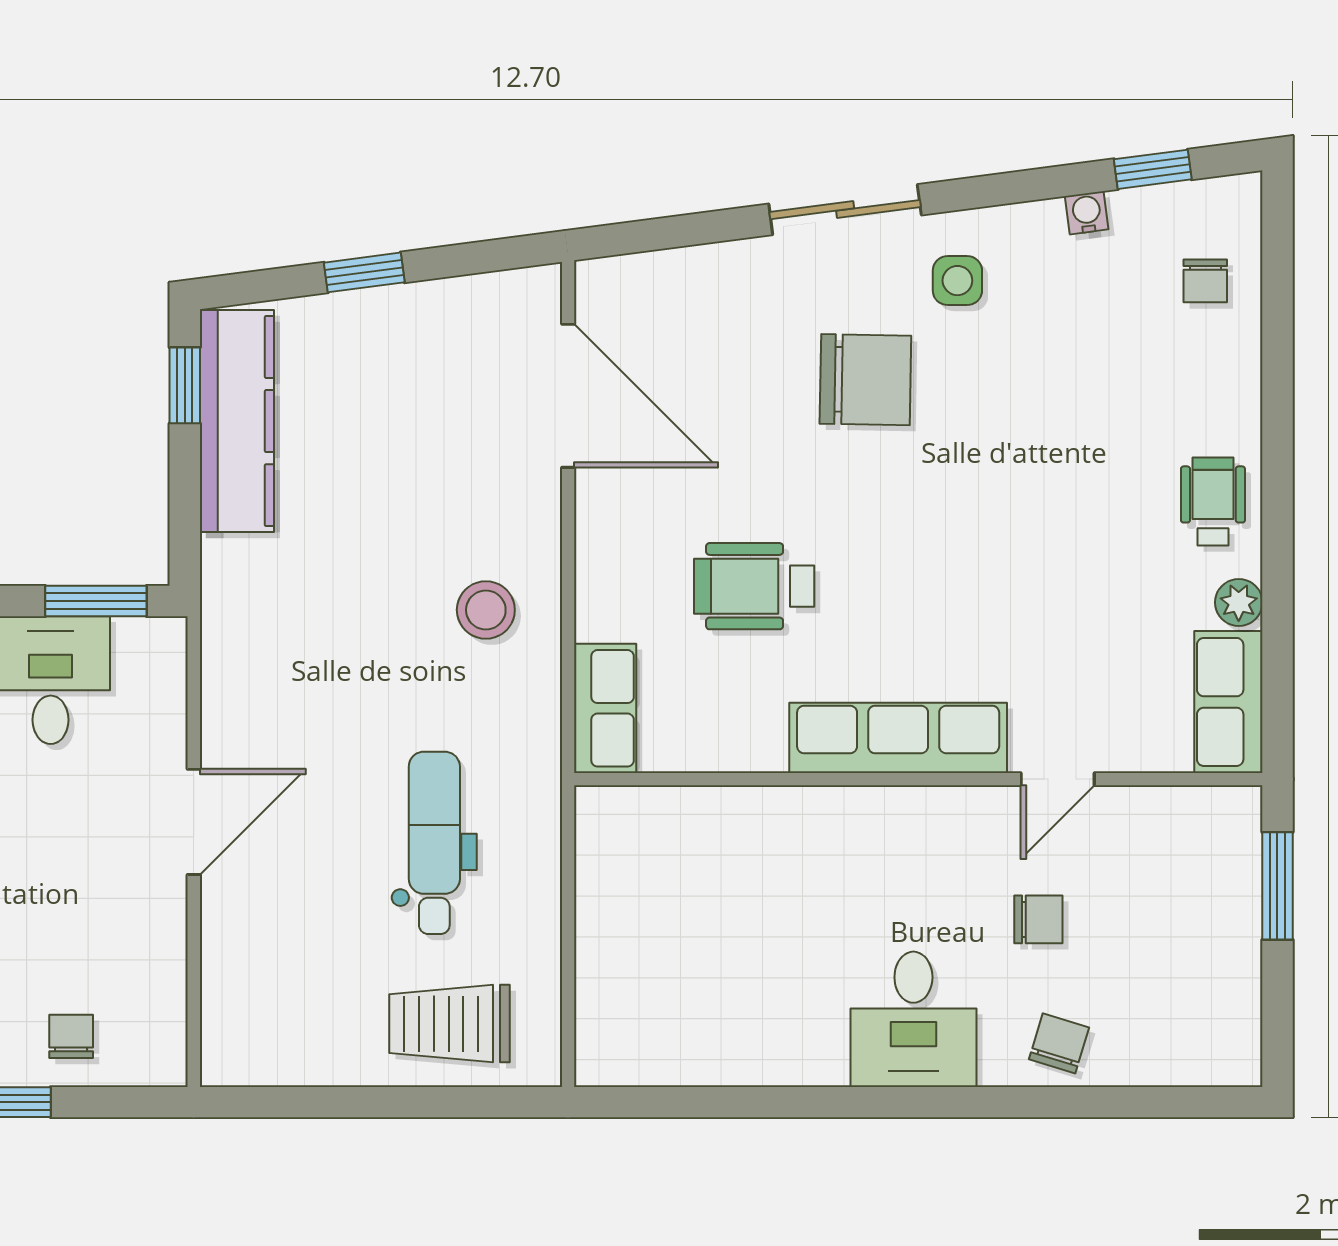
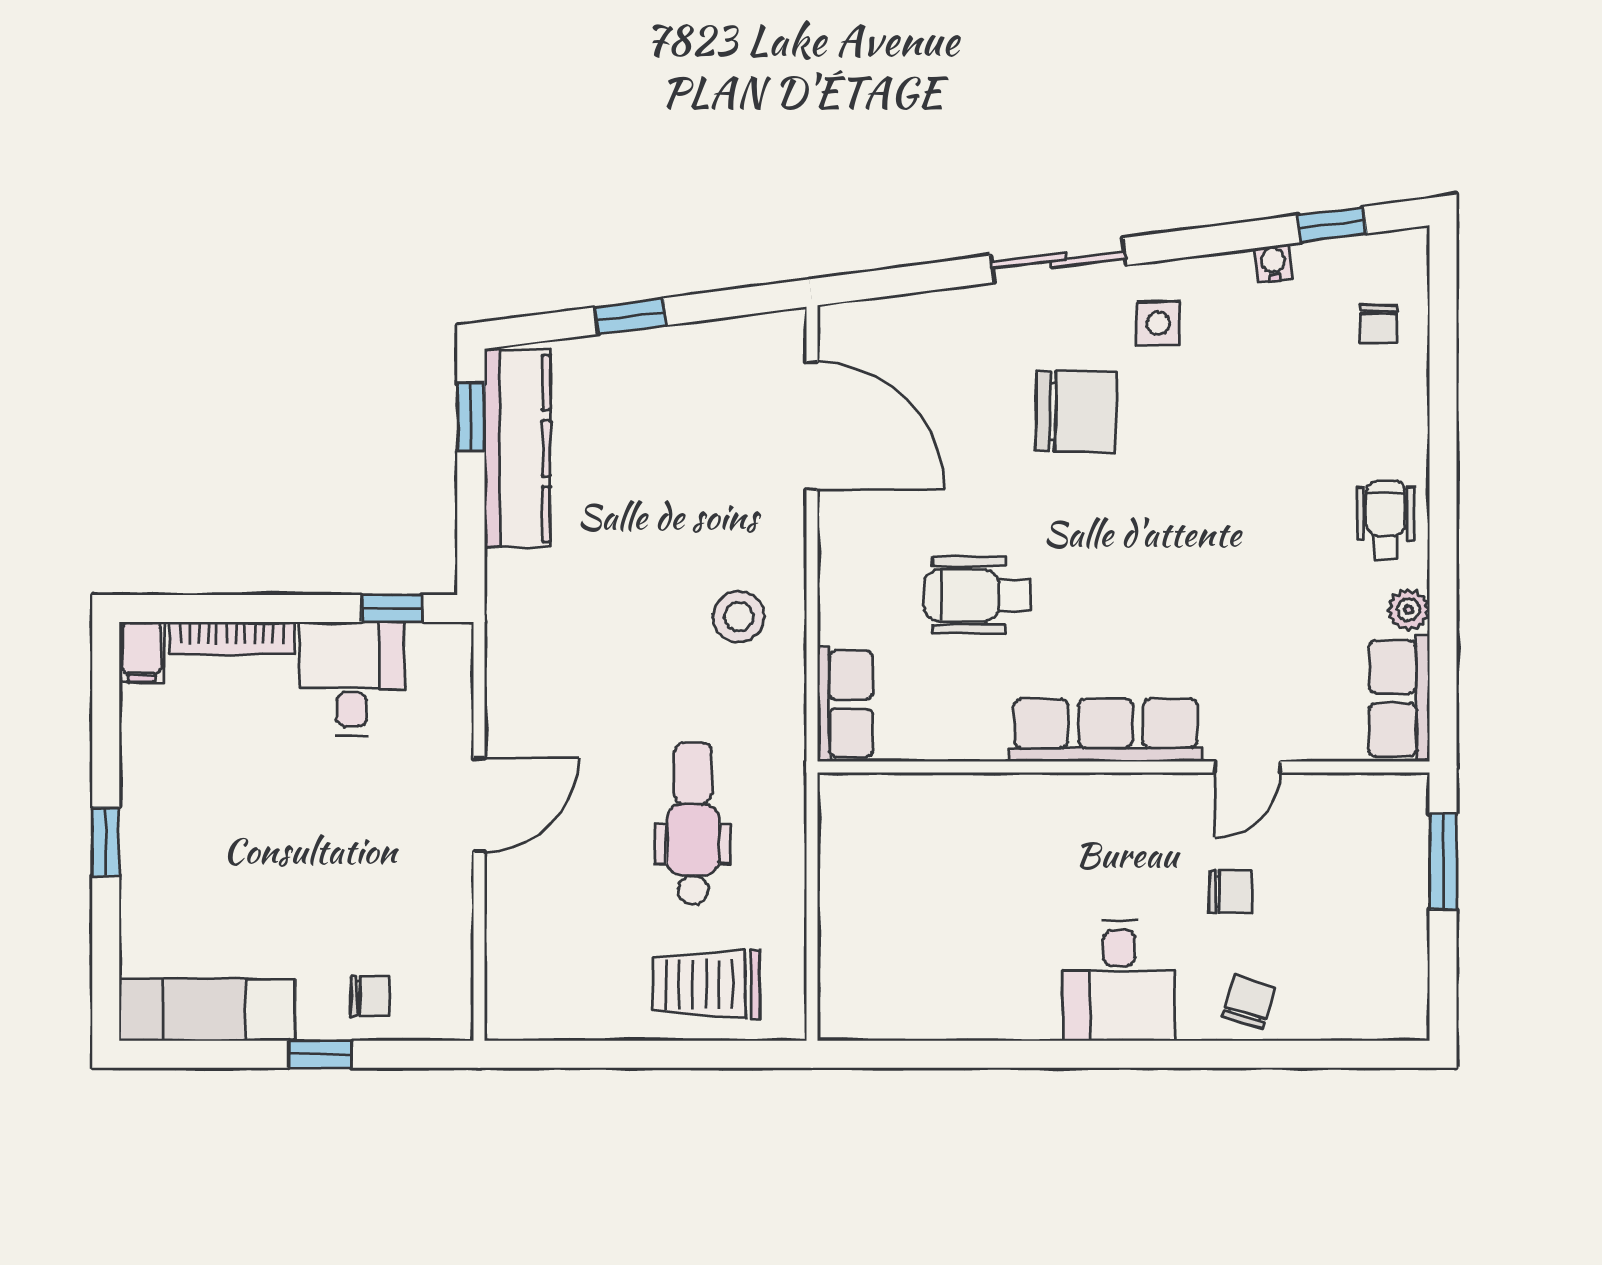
window: (96, 601) -> (392, 608), width x0.67
chair: (71, 1036) -> (370, 996), turned 90

